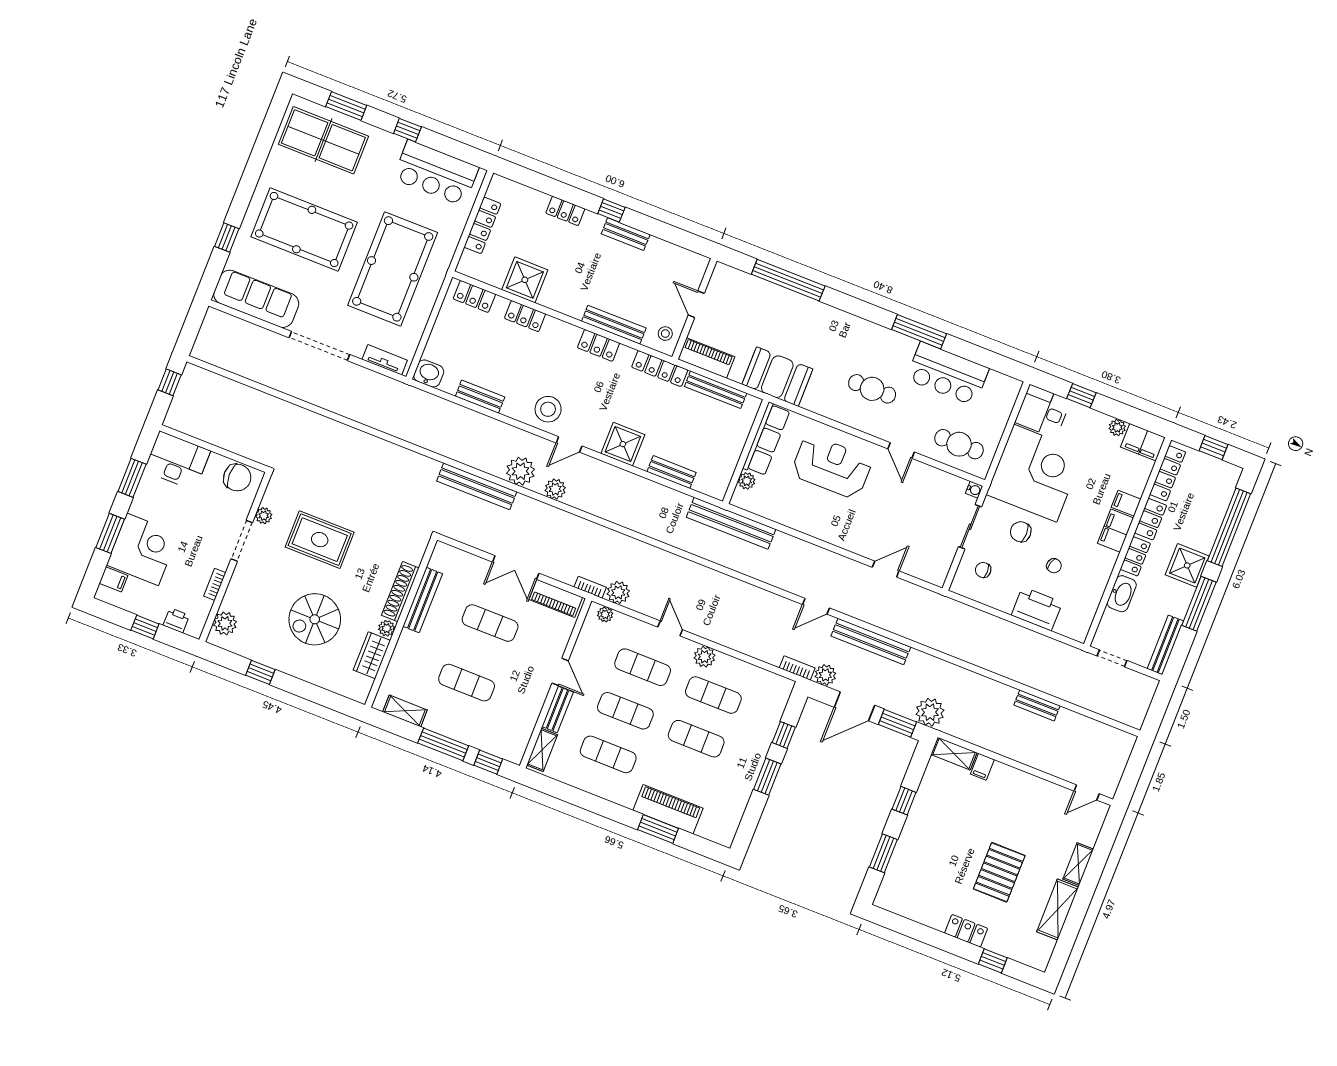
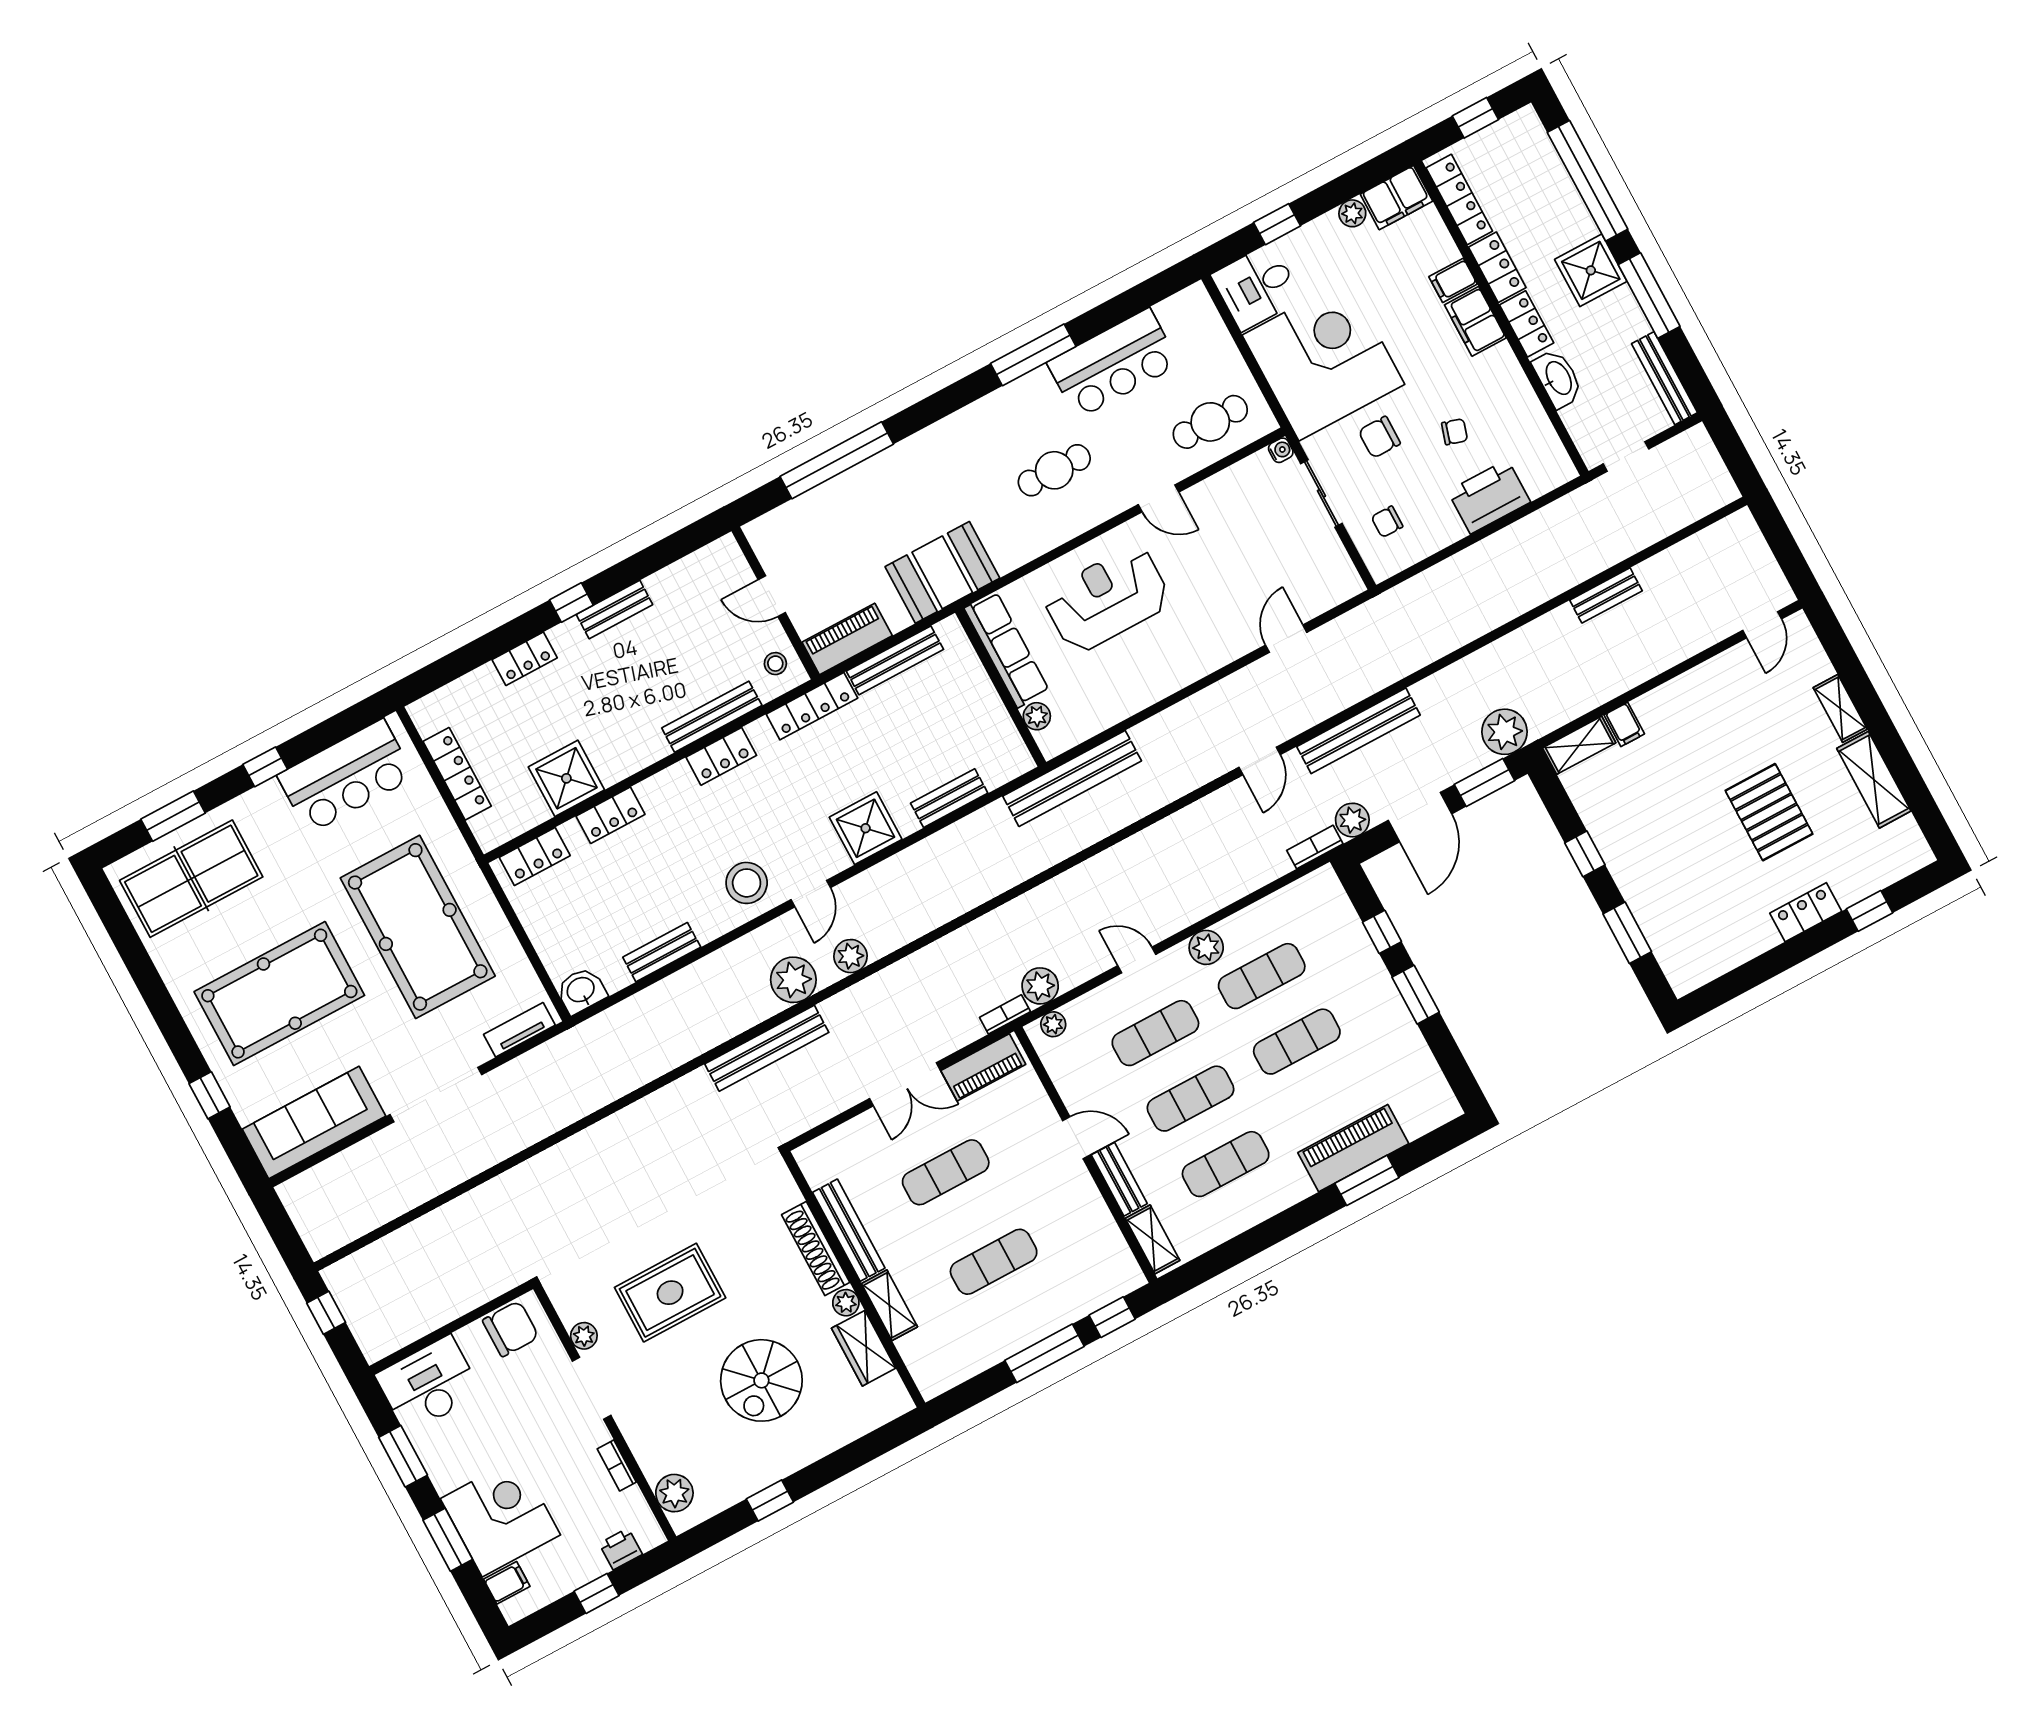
shelving: (405, 711) -> (889, 1305), moved, turned 90

